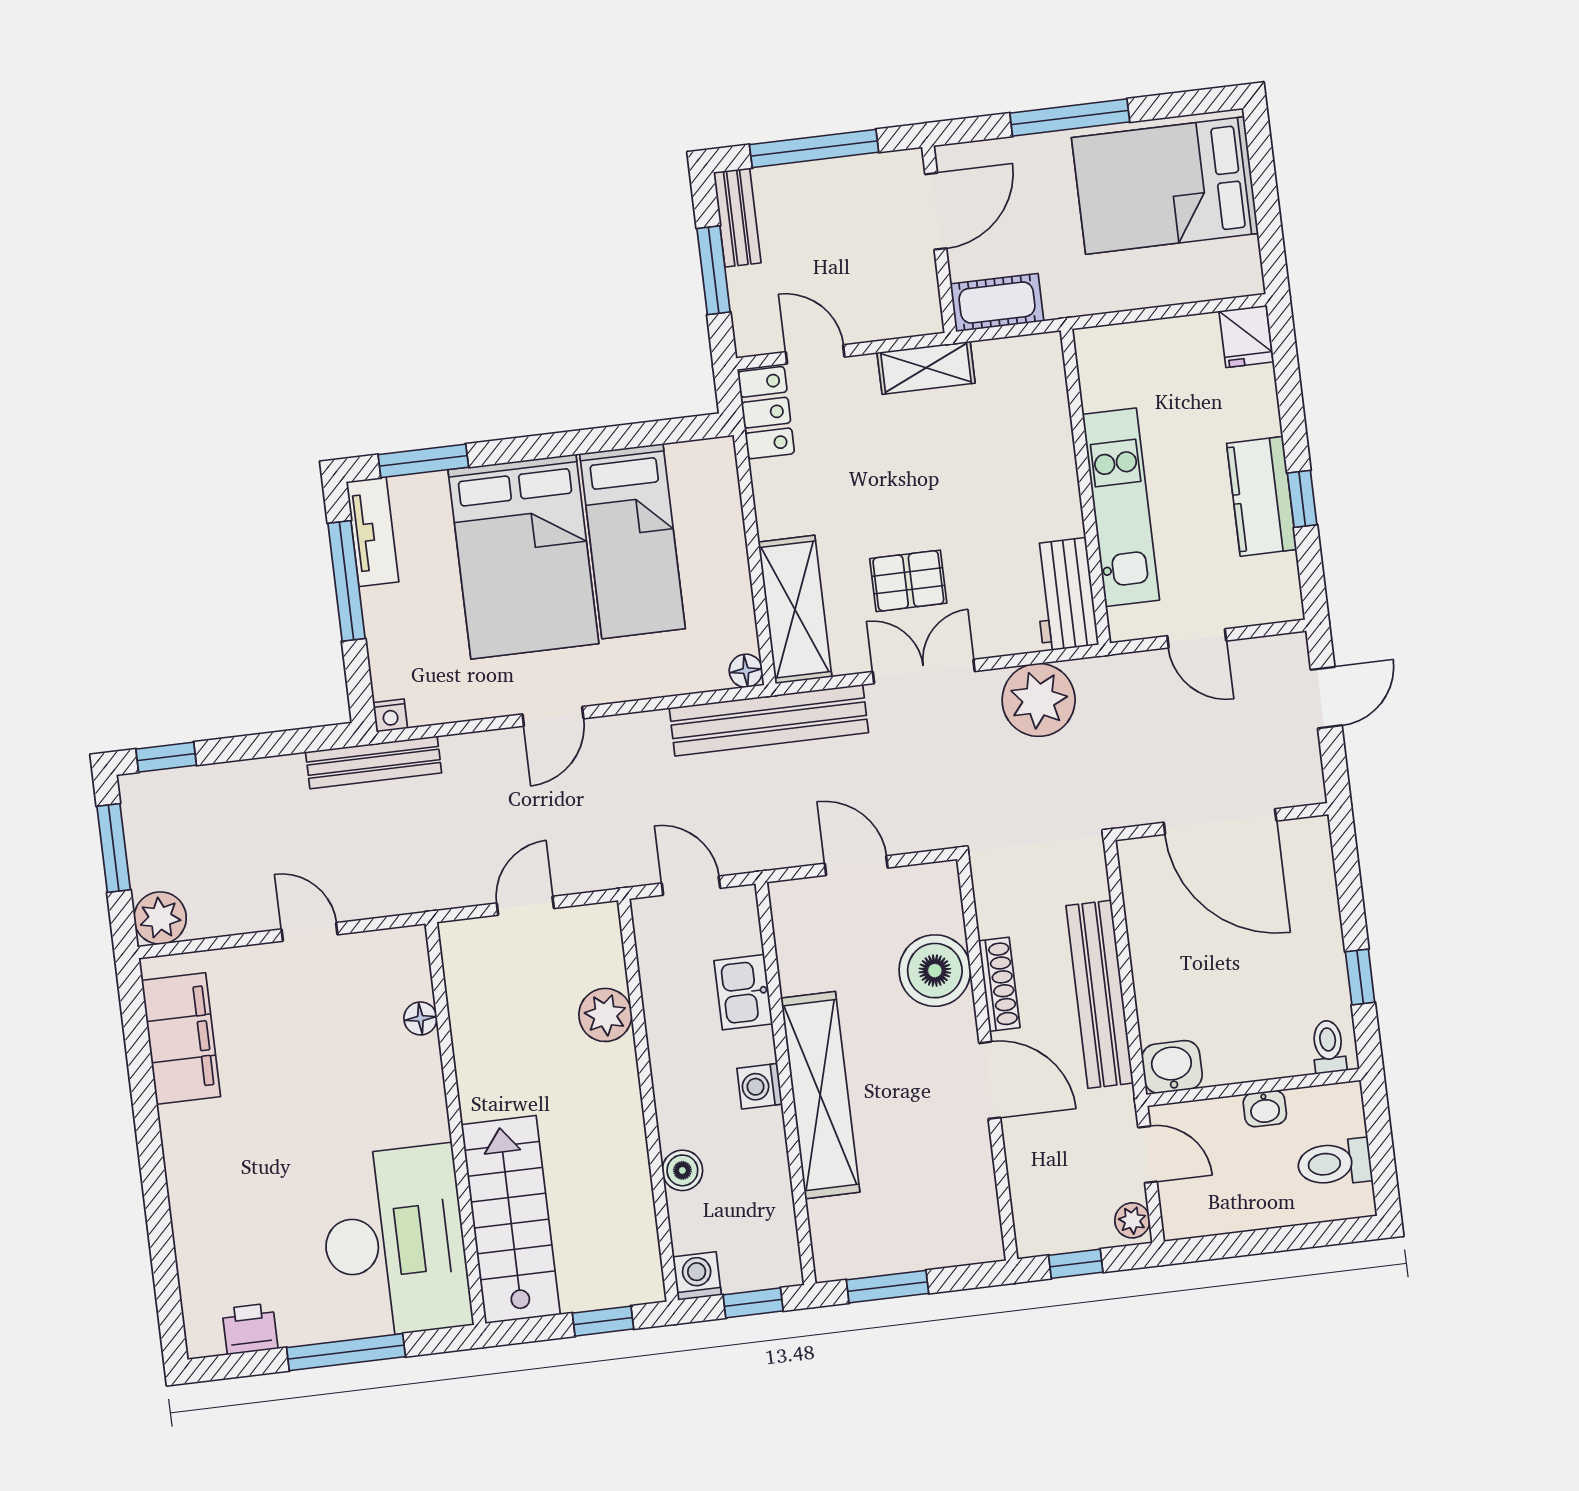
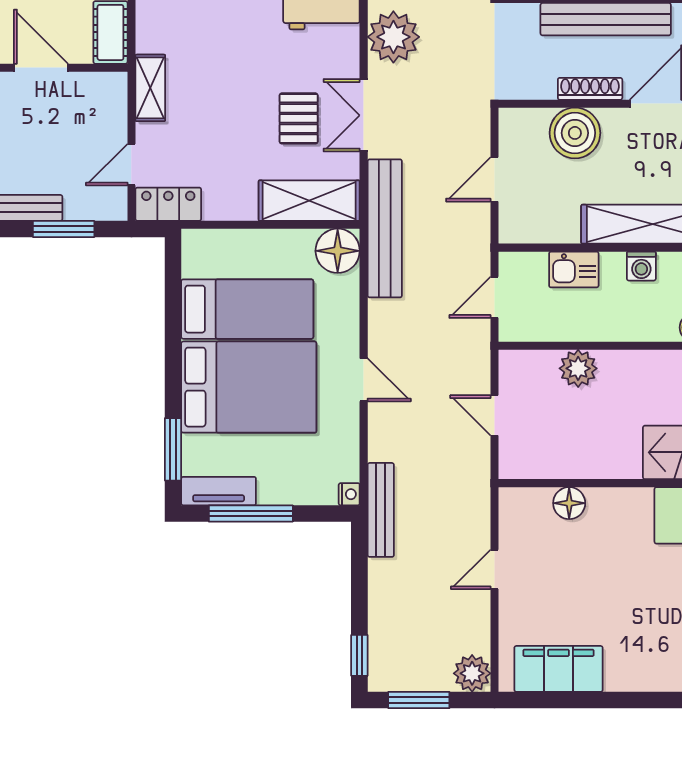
floor lamp: (746, 671) -> (338, 251), width x1.89, depth x1.89
floor lamp: (420, 1018) -> (569, 503), width x1.37, depth x1.37

